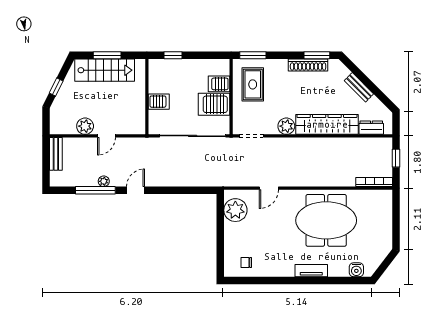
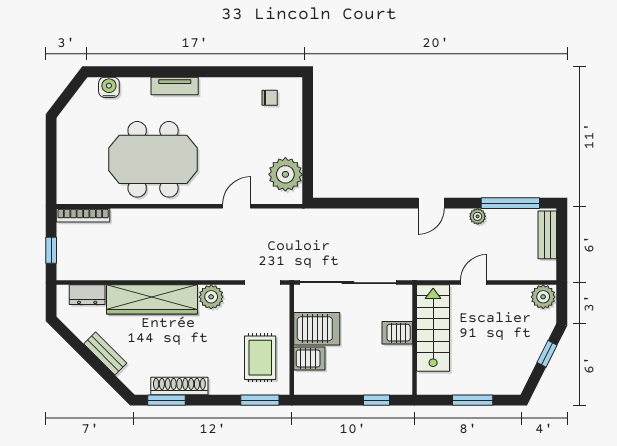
stairs: (105, 70) -> (433, 328), moved, turned 90
plant: (85, 126) -> (543, 297), moved
bench: (56, 154) -> (547, 235), moved
window: (95, 190) -> (510, 203), moved

